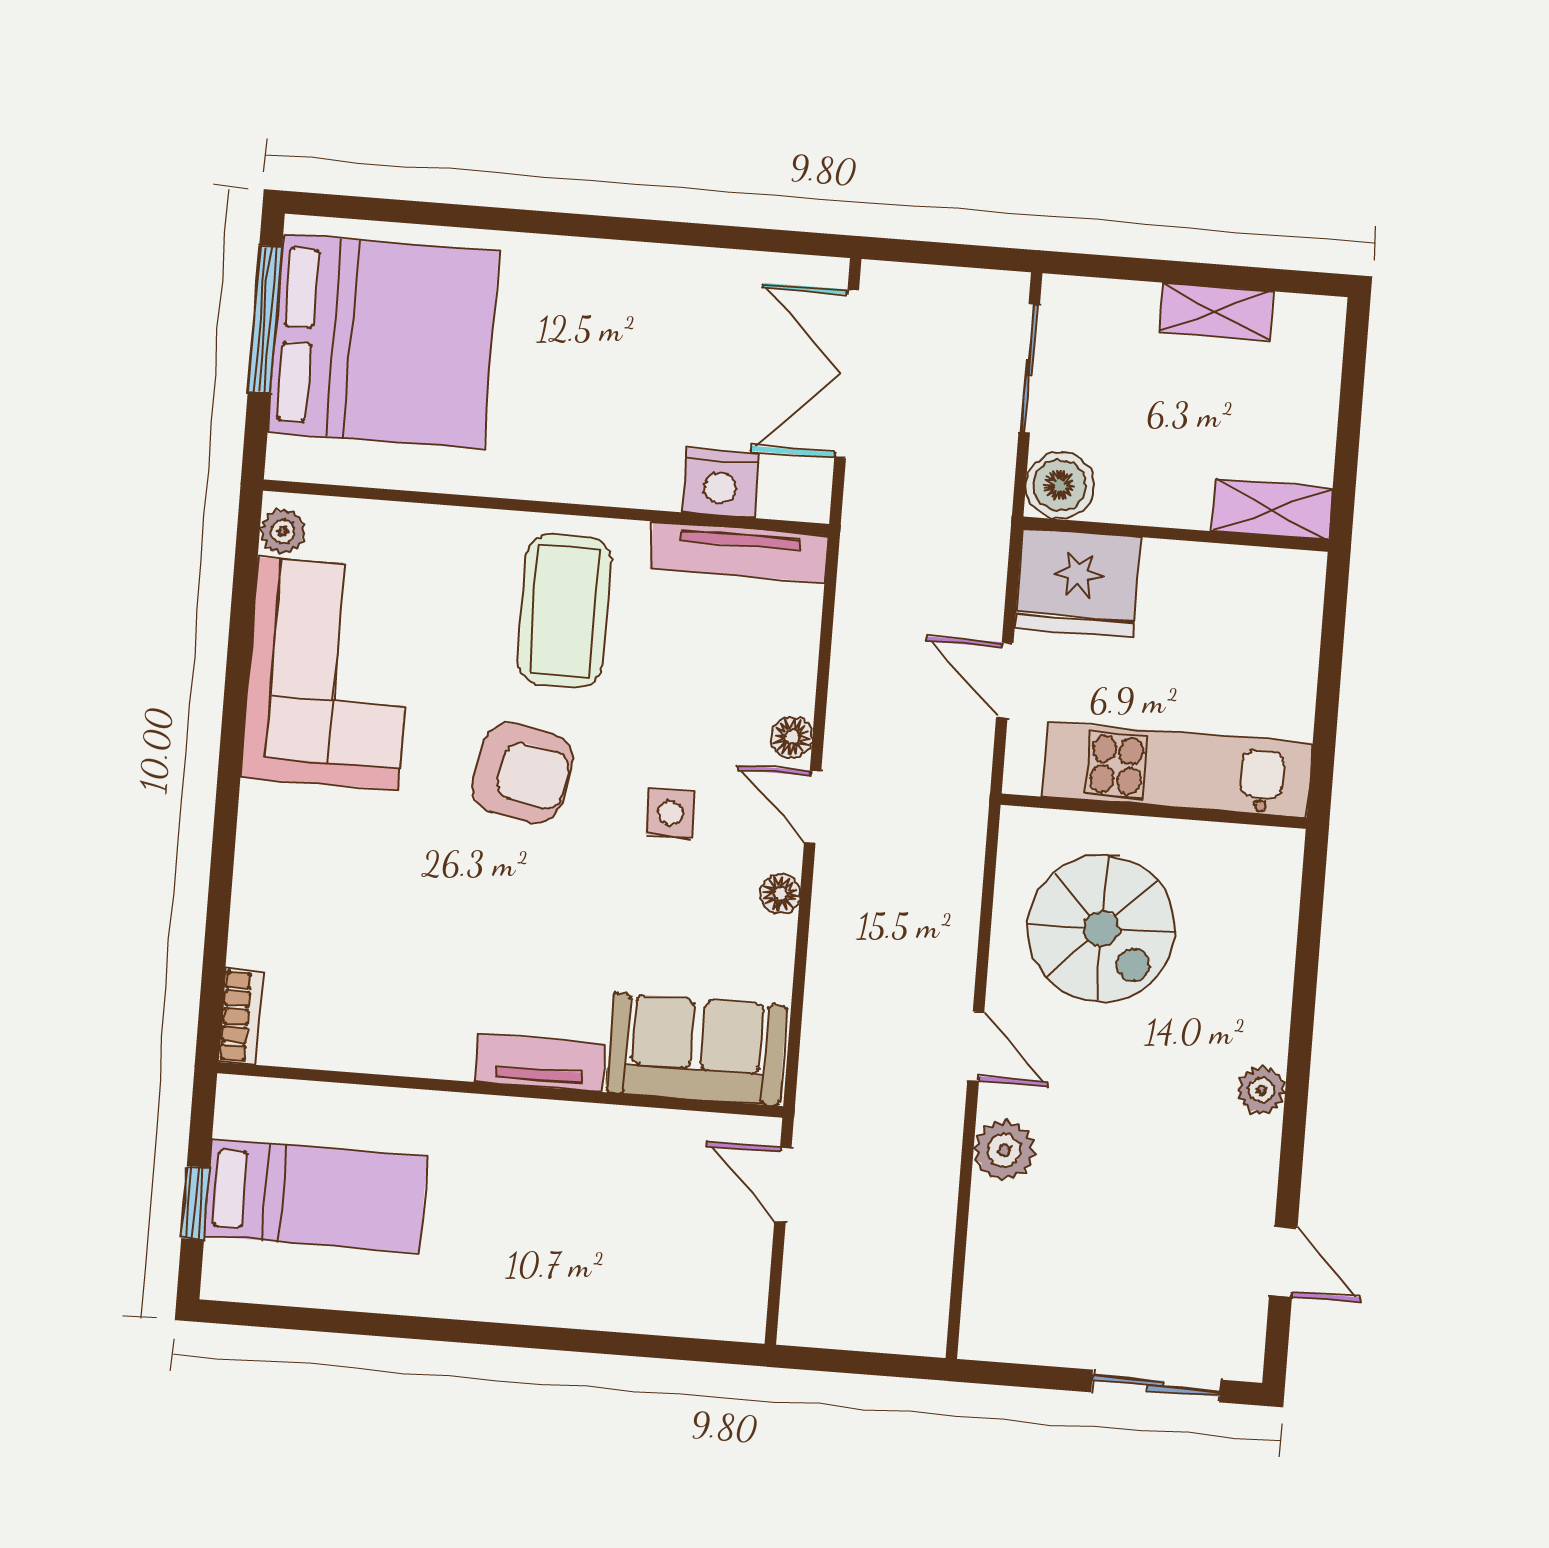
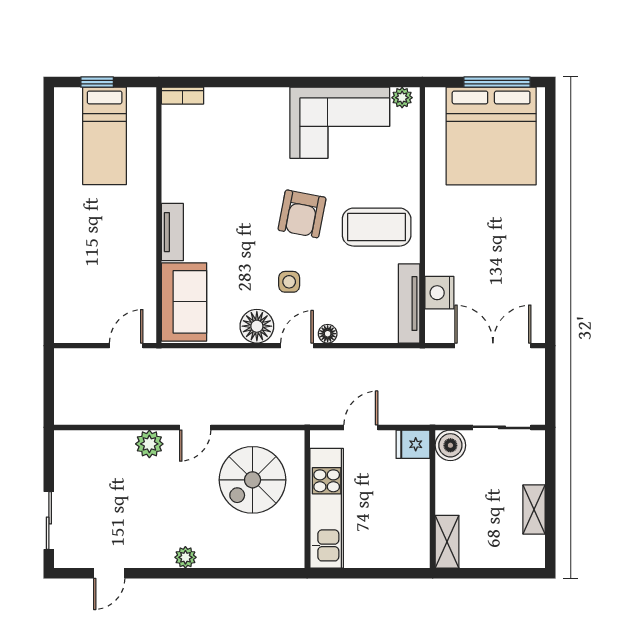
fridge: (1078, 583) -> (413, 444), width x0.53, depth x0.75
floor lamp: (780, 894) -> (257, 326), width x1.89, depth x1.89

